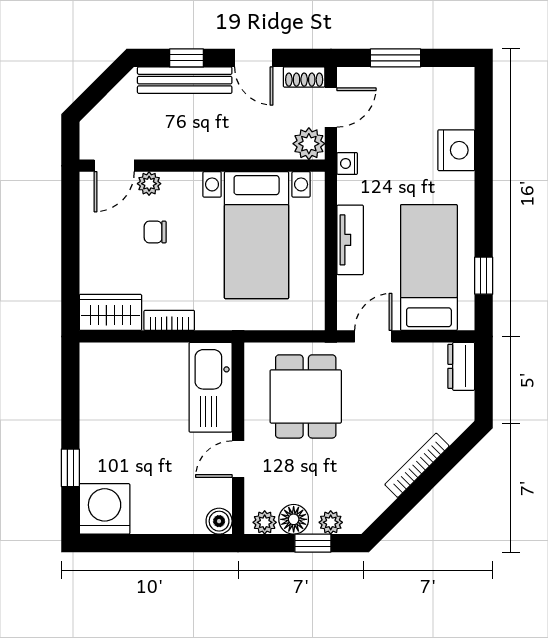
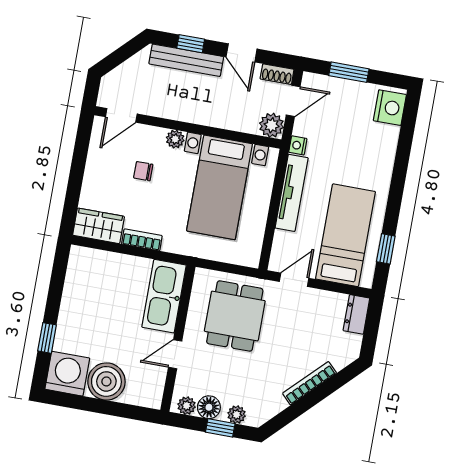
nightstand: (456, 150) -> (390, 108), moved
plant: (149, 184) -> (175, 139), moved
tv unit: (350, 240) -> (292, 193), width x1.41
boiler: (219, 521) -> (106, 381), moved, width x1.86, depth x1.86

